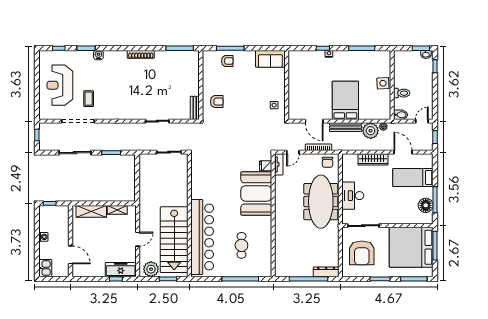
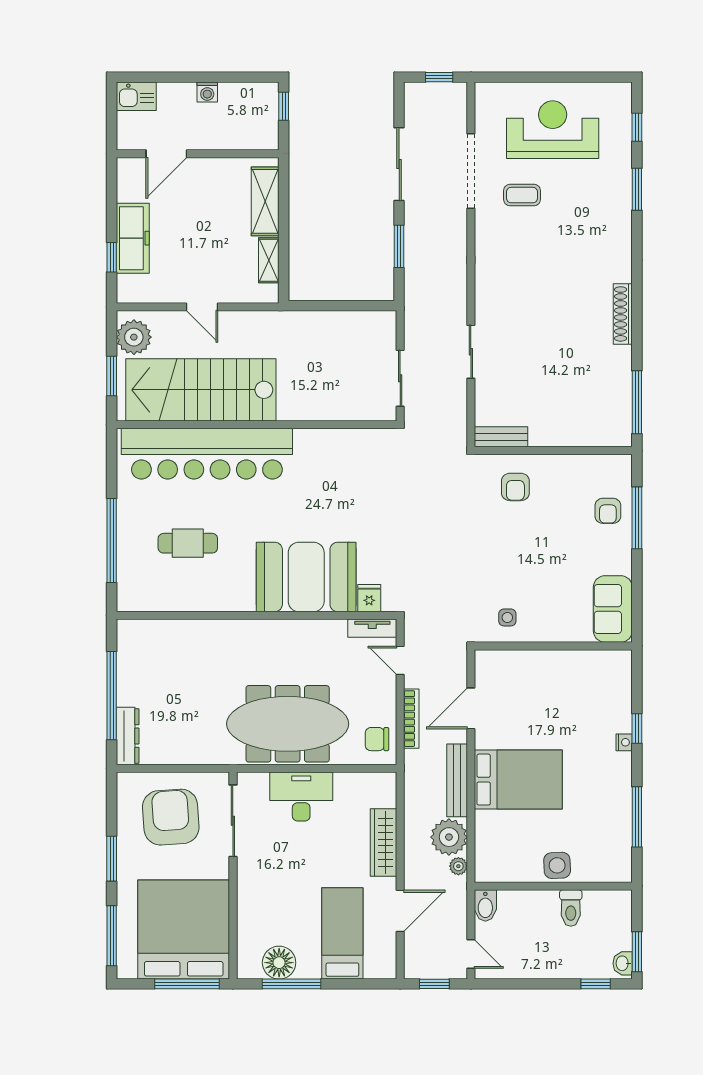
water cooler: (98, 55) -> (621, 217), removed
toilet: (402, 93) -> (571, 908), moved
armchair: (362, 253) -> (171, 817), turned 86
freezer: (121, 270) -> (133, 238), moved

